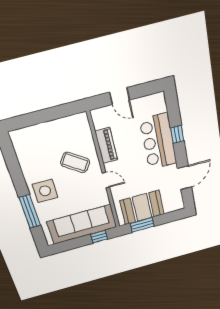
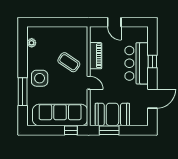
plant: (21, 151) -> (32, 43), added

